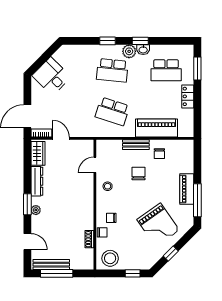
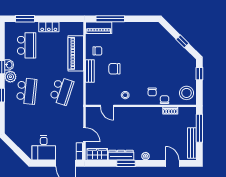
desk: (52, 76) -> (44, 148), moved, turned -45
door: (61, 138) -> (85, 135), swing flipped
piano: (187, 189) -> (99, 28), moved
window: (197, 200) -> (110, 19), moved
window: (27, 204) -> (126, 163), moved
grand piano: (158, 225) -> (158, 52), removed
door: (27, 242) -> (172, 163), hinge flipped
window: (57, 273) -> (199, 128), moved

